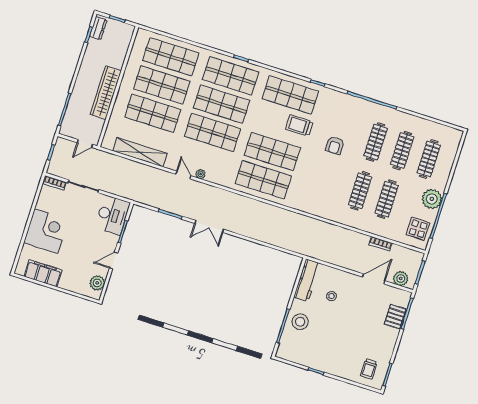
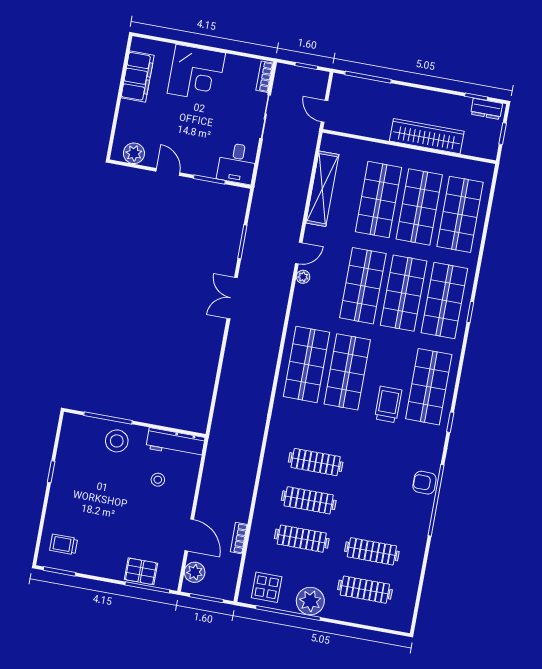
wardrobe: (106, 93) -> (427, 136), moved
clothes rail: (376, 142) -> (316, 462), moved
armchair: (335, 145) -> (424, 483), moved
desk: (112, 215) -> (237, 163), width x0.73

